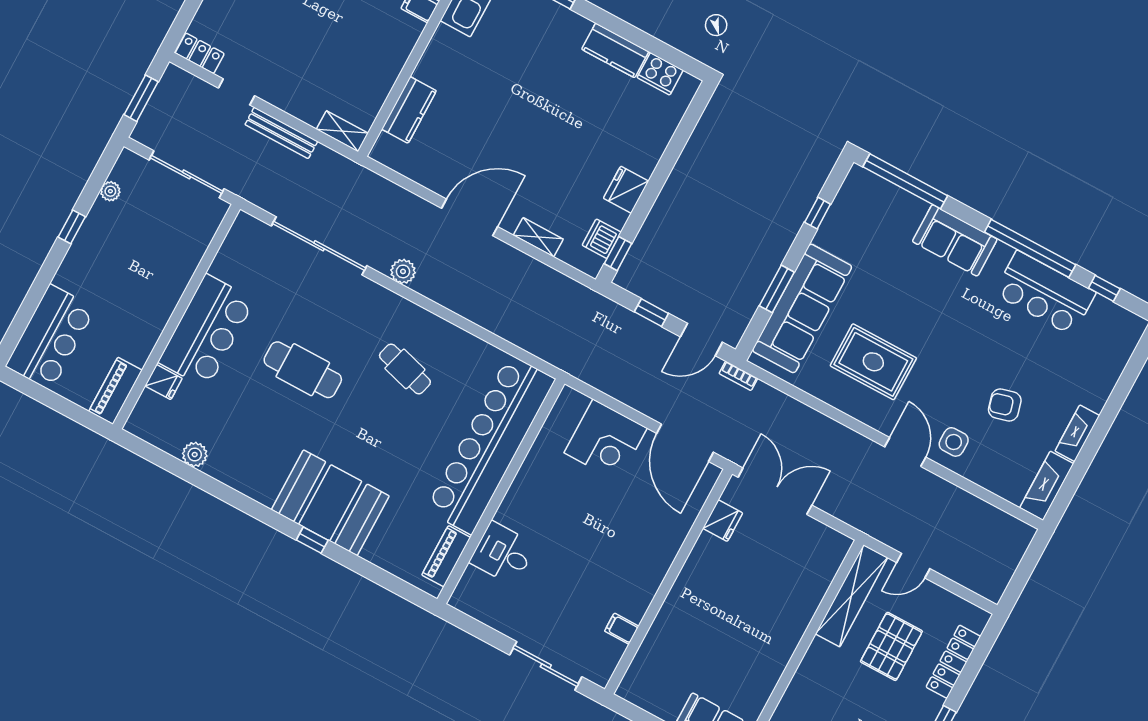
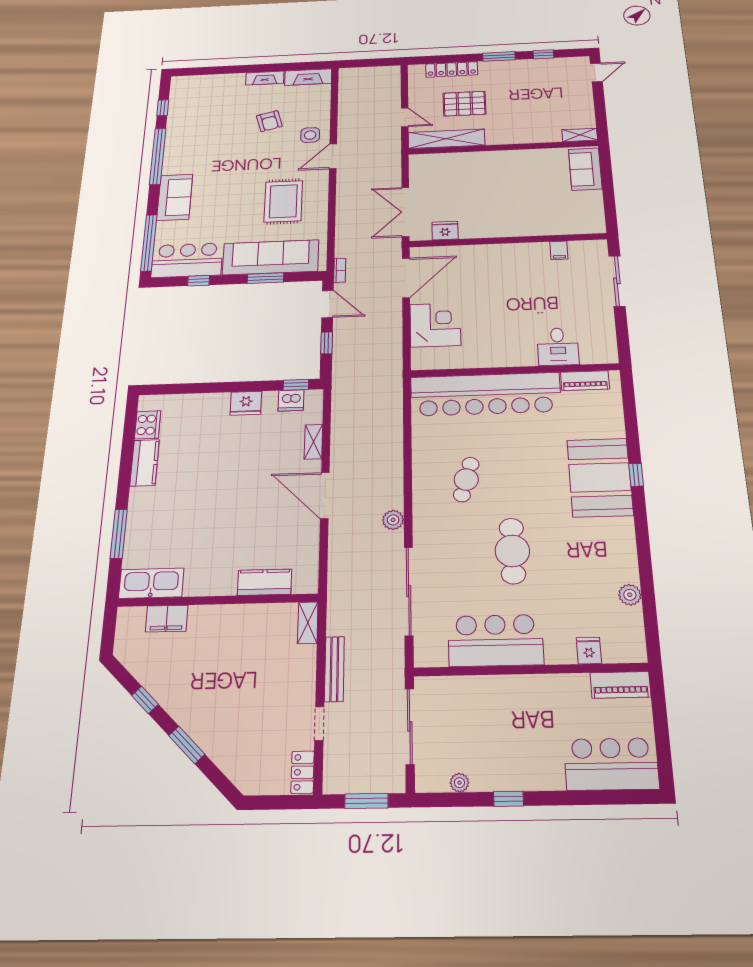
bar counter: (1045, 293) -> (187, 260), moved, turned -90
bar counter: (206, 331) -> (496, 640), moved

